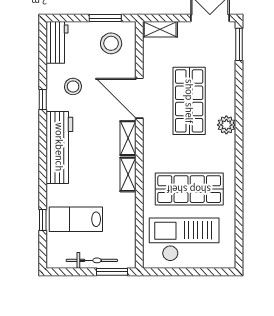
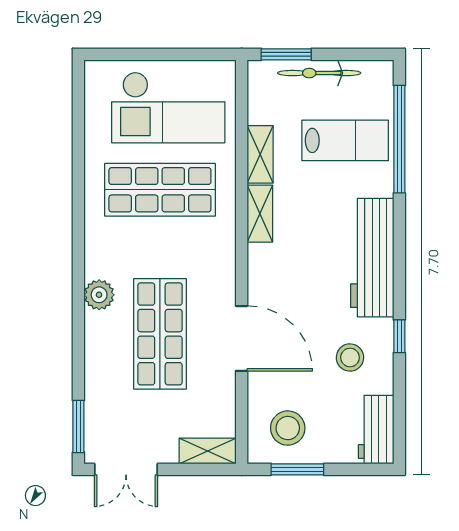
shelving: (128, 138) -> (260, 154), moved
window: (43, 220) -> (399, 139), width x3.17

